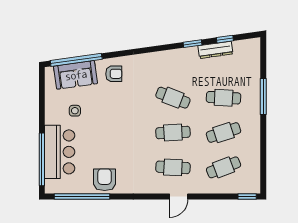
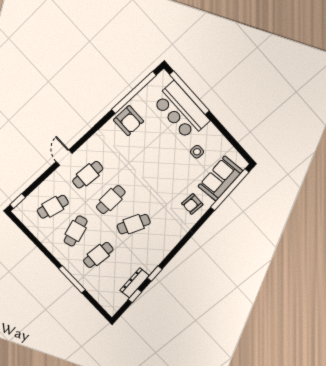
cafe table: (224, 167) -> (53, 207), turned 33

